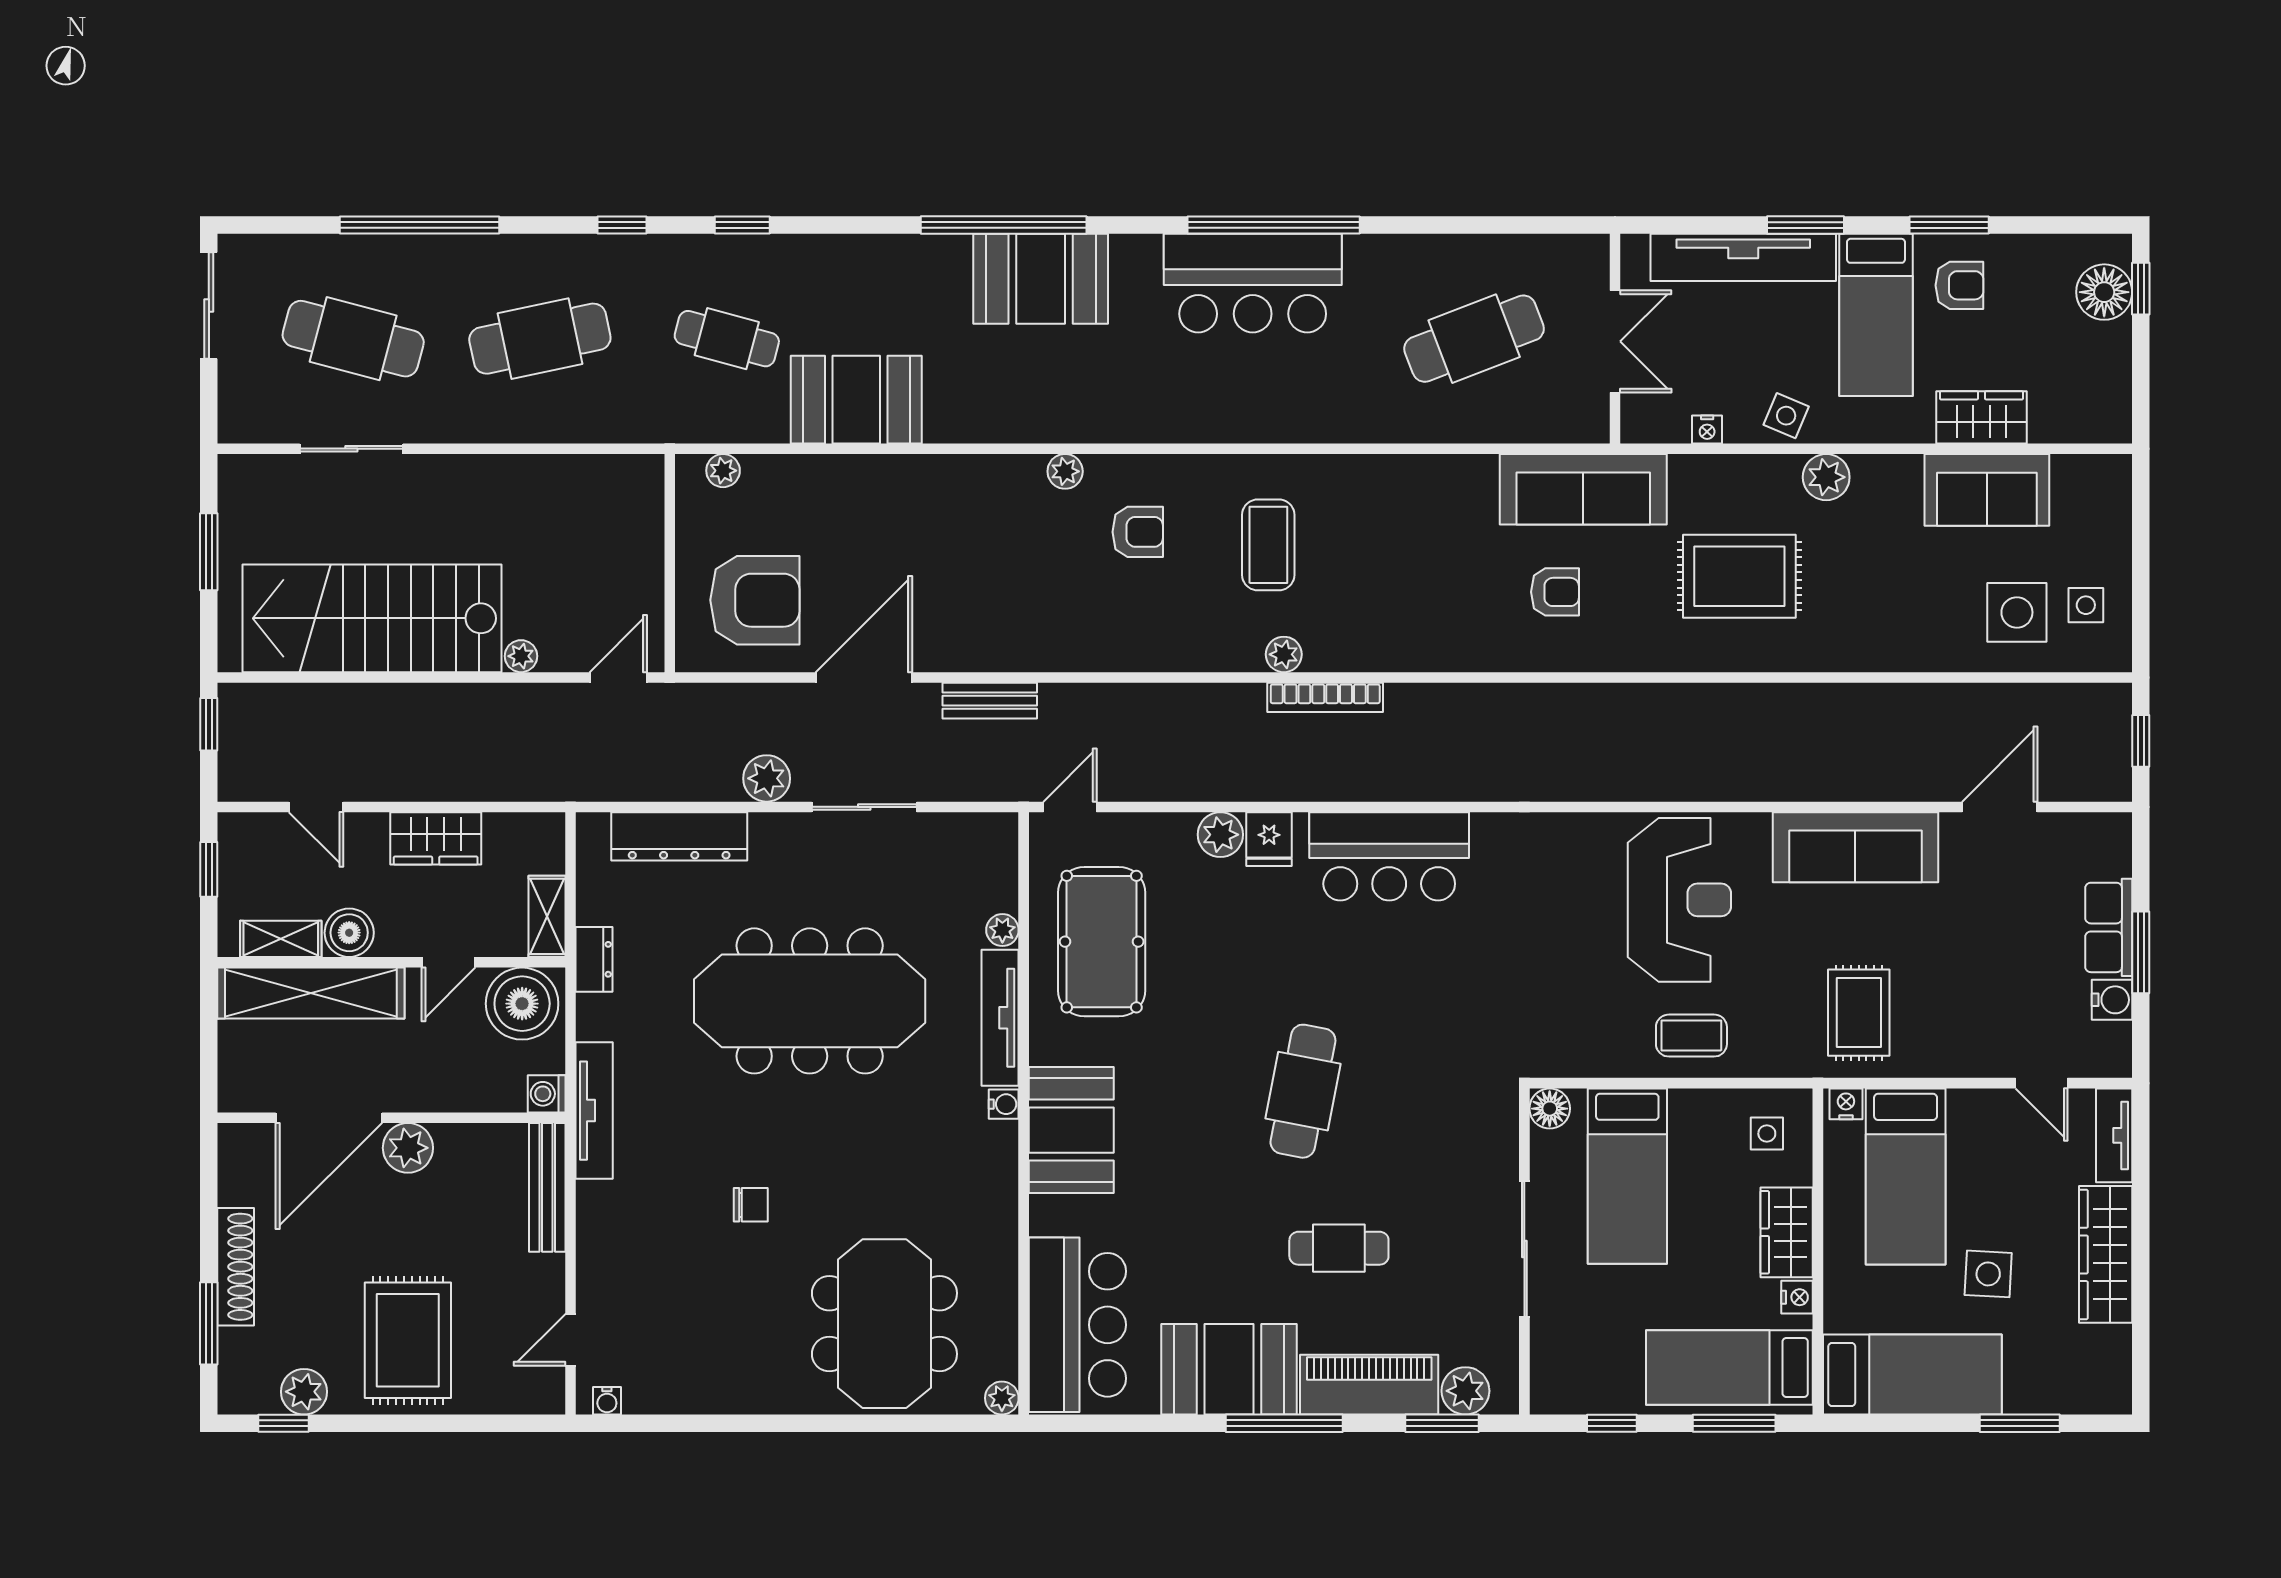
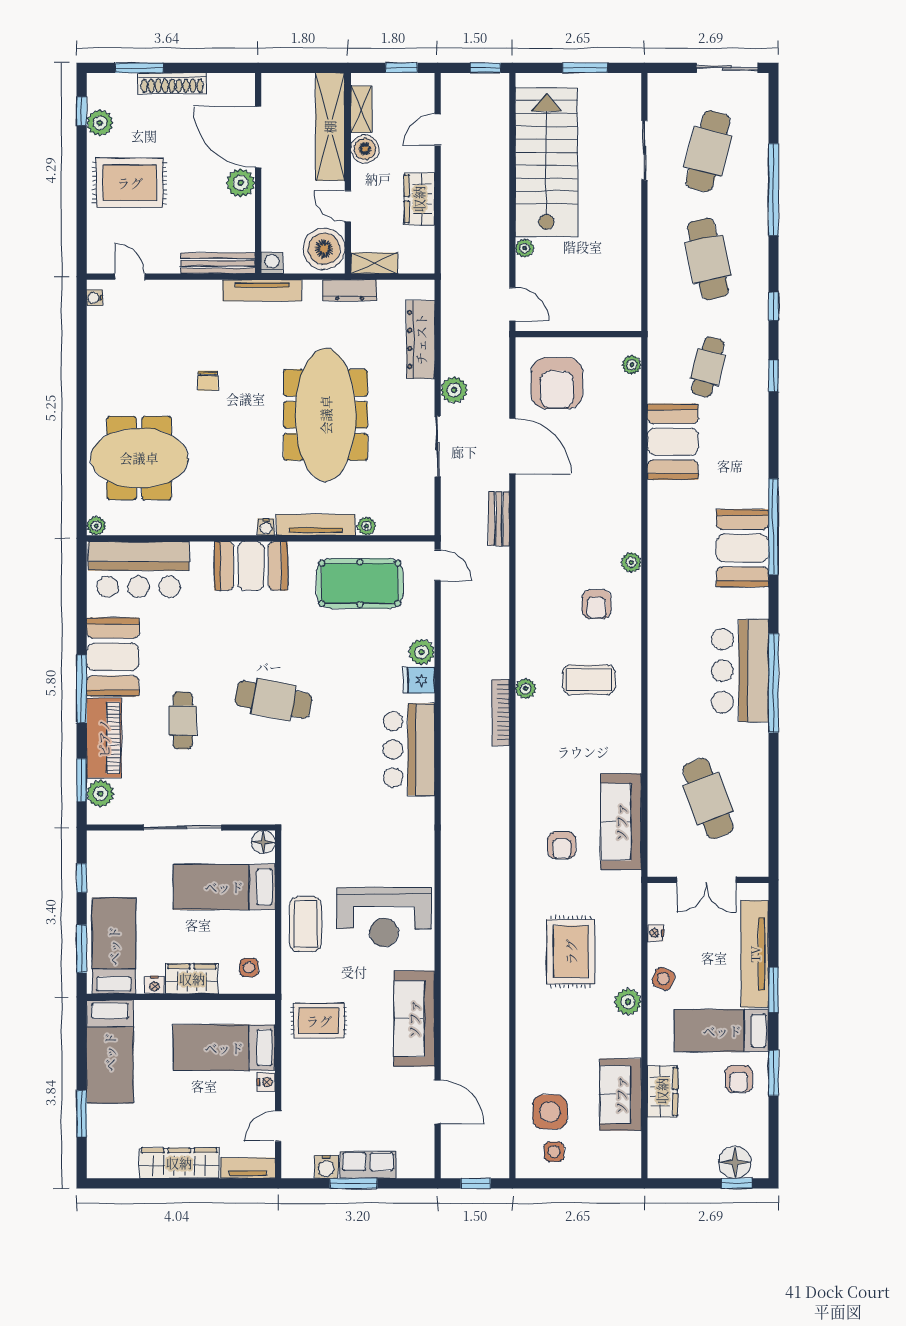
sofa: (1583, 489) -> (621, 822), moved
dresser: (594, 959) -> (350, 290), width x1.44
coffee table: (1691, 1036) -> (306, 924), width x1.36, depth x1.30
nightstand: (1846, 1104) -> (266, 1082), moved
side table: (1988, 1274) -> (168, 1095), removed

